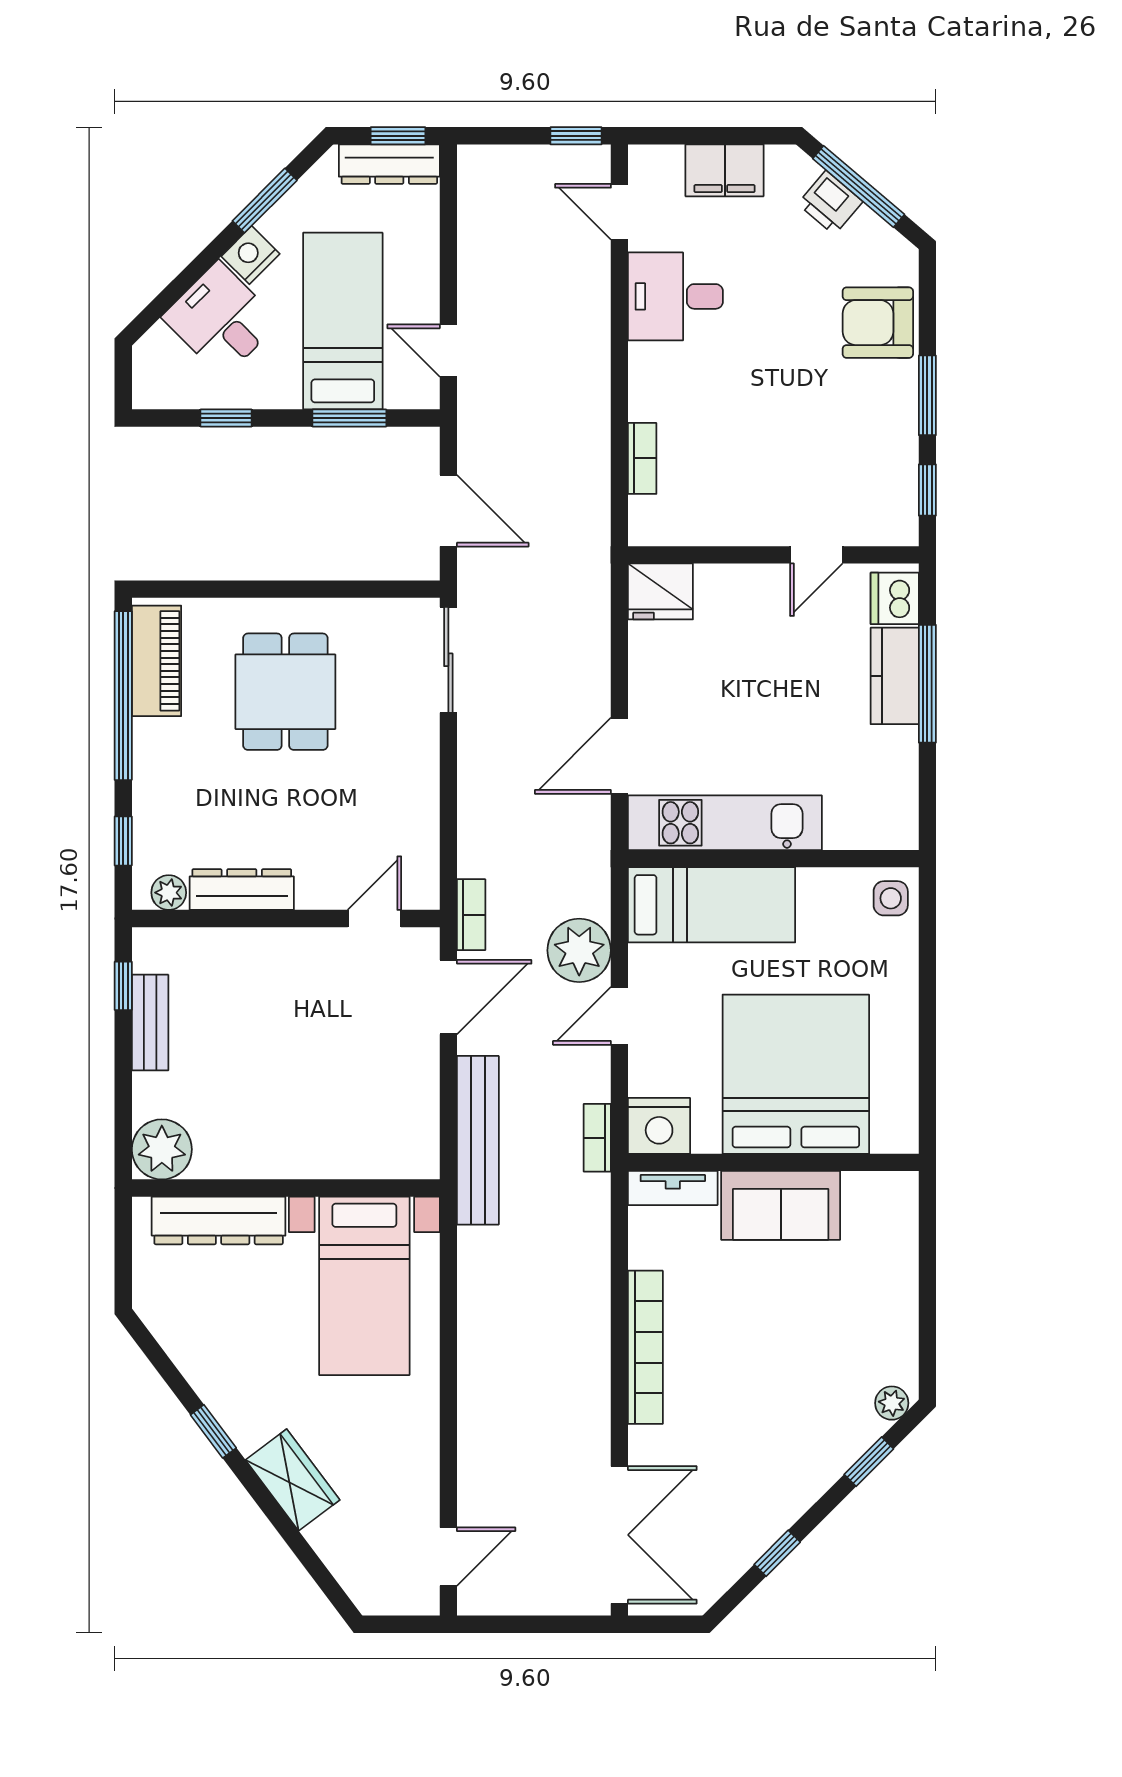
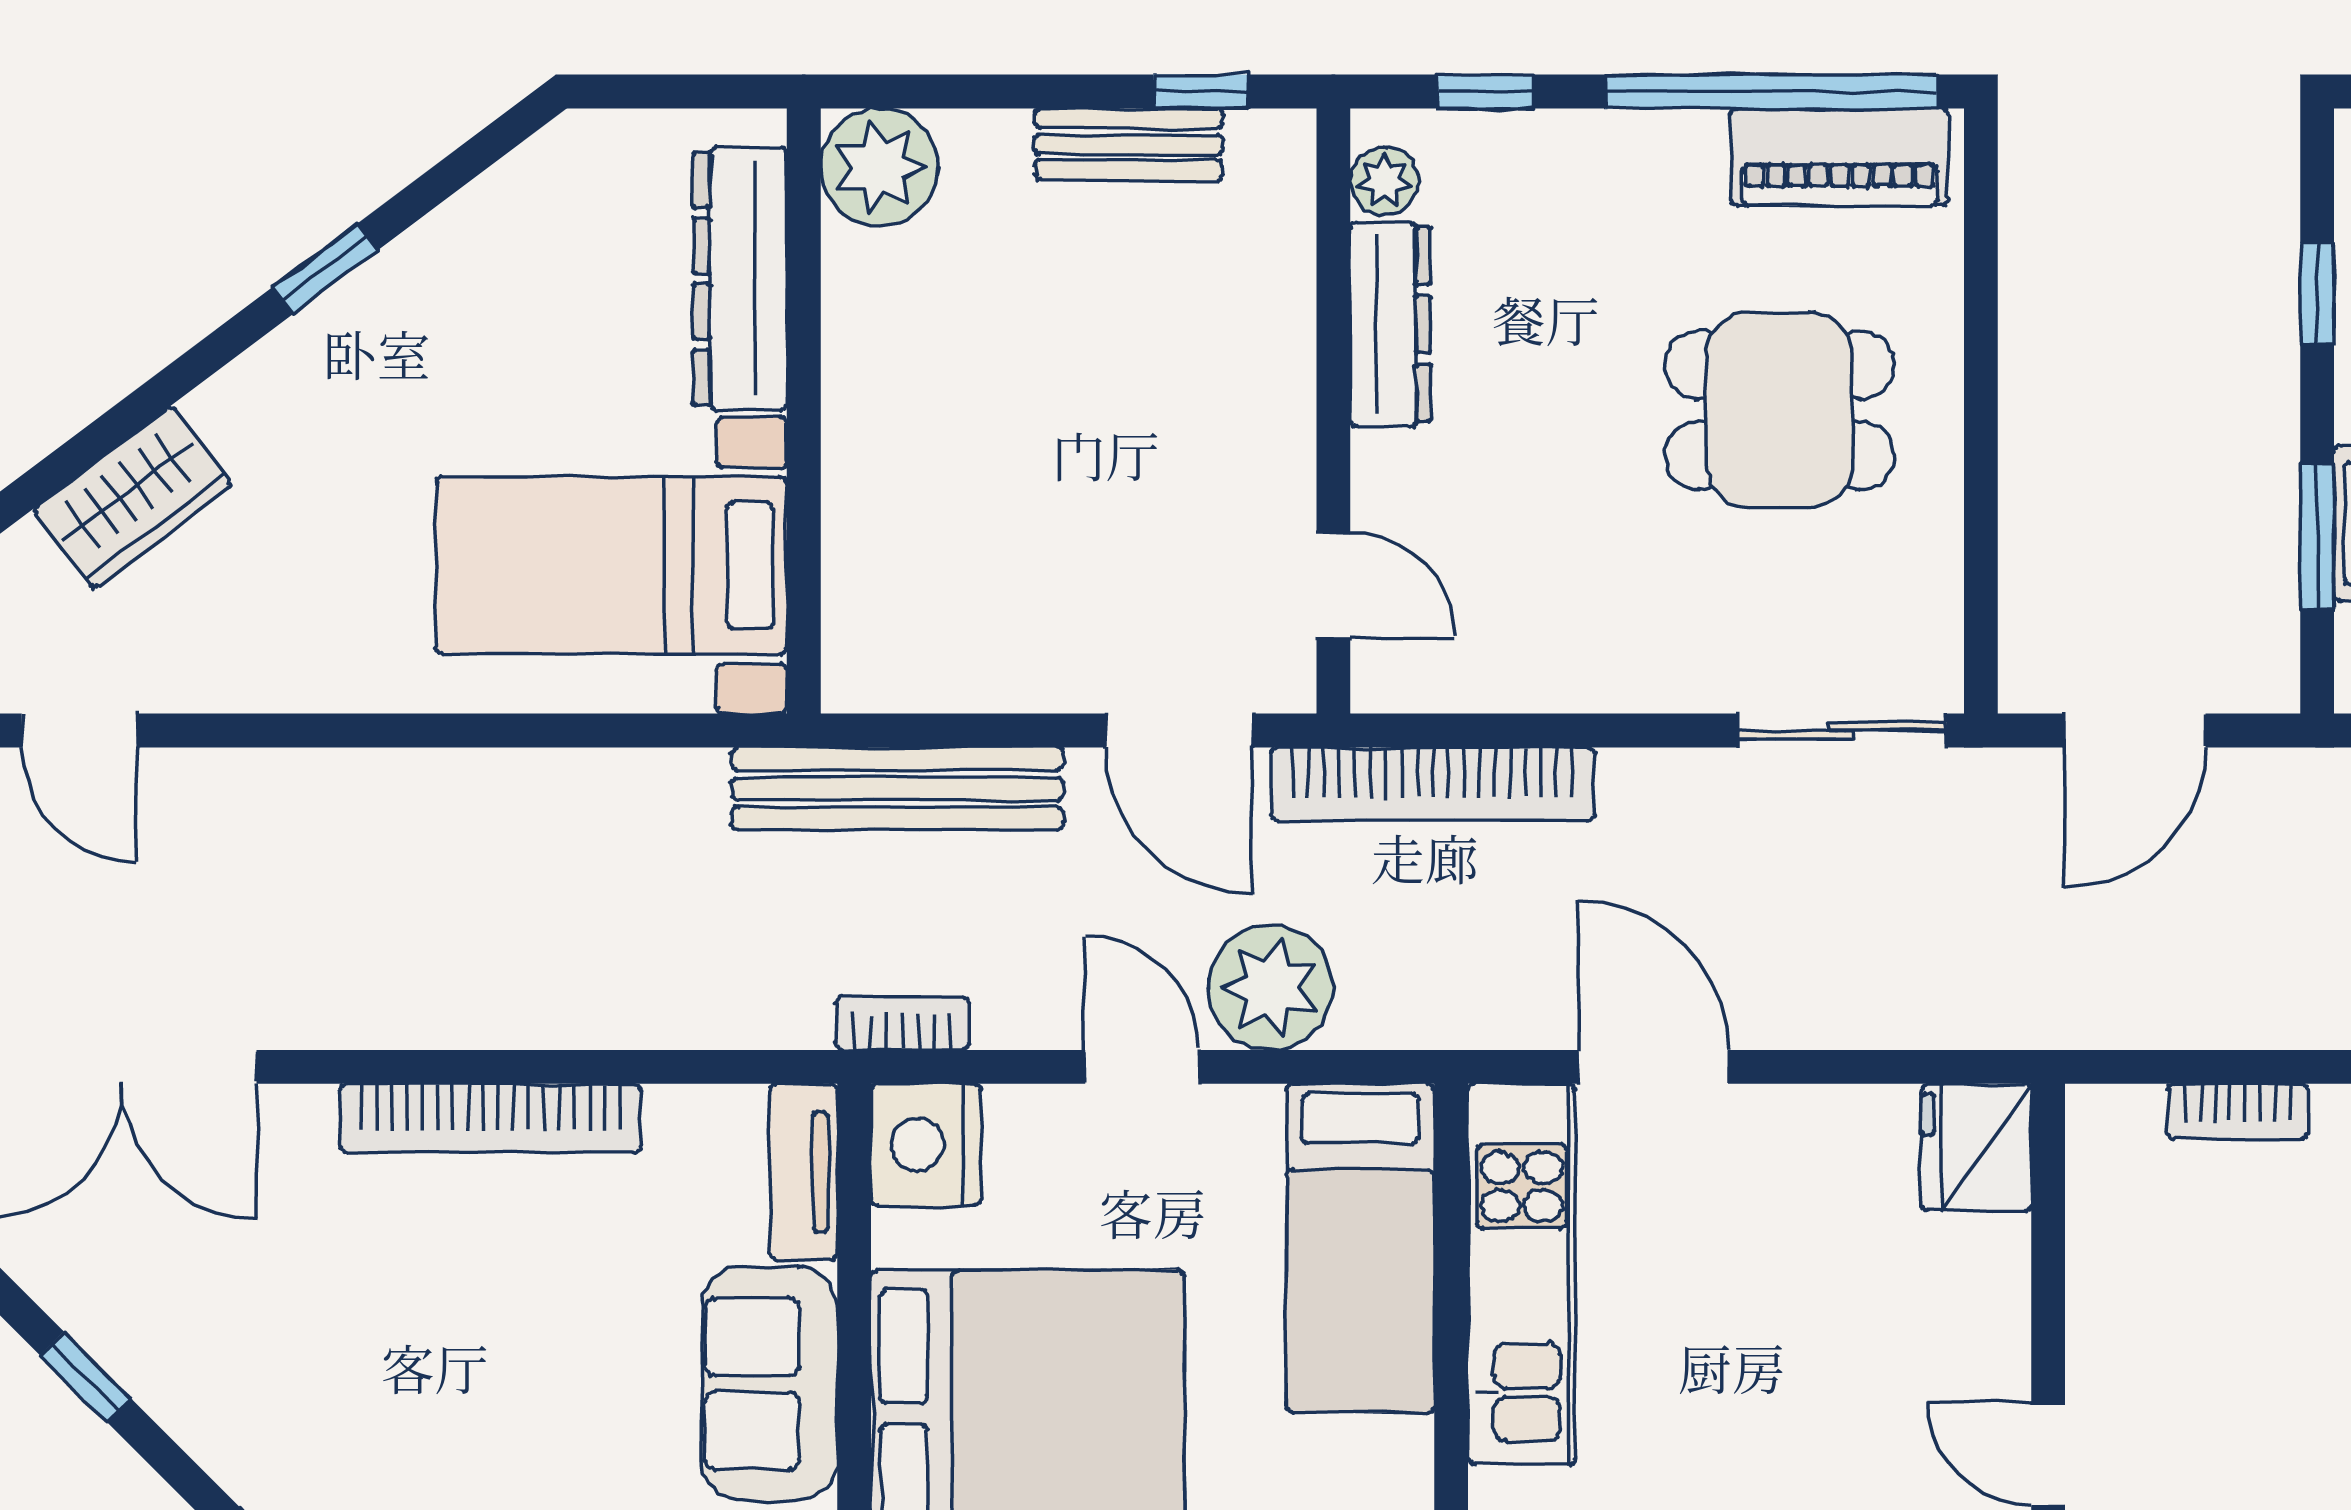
bookcase: (471, 915) -> (1433, 784), width x2.31, depth x1.31
wardrobe: (293, 1480) -> (133, 497), moved

